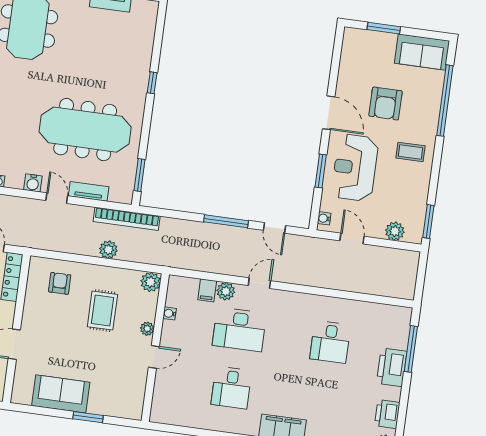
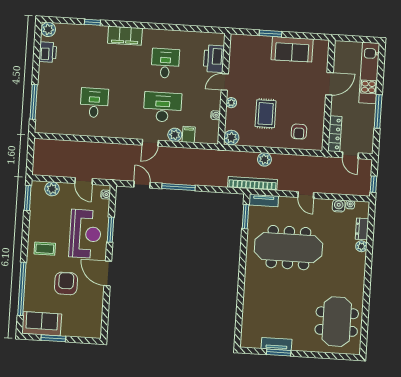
window: (384, 28) -> (53, 338), moved
window: (152, 83) -> (241, 286), removed
water cooler: (33, 183) -> (339, 206), moved
tv unit: (89, 191) -> (264, 201), moved
printer: (392, 367) -> (214, 59), moved, turned 180

